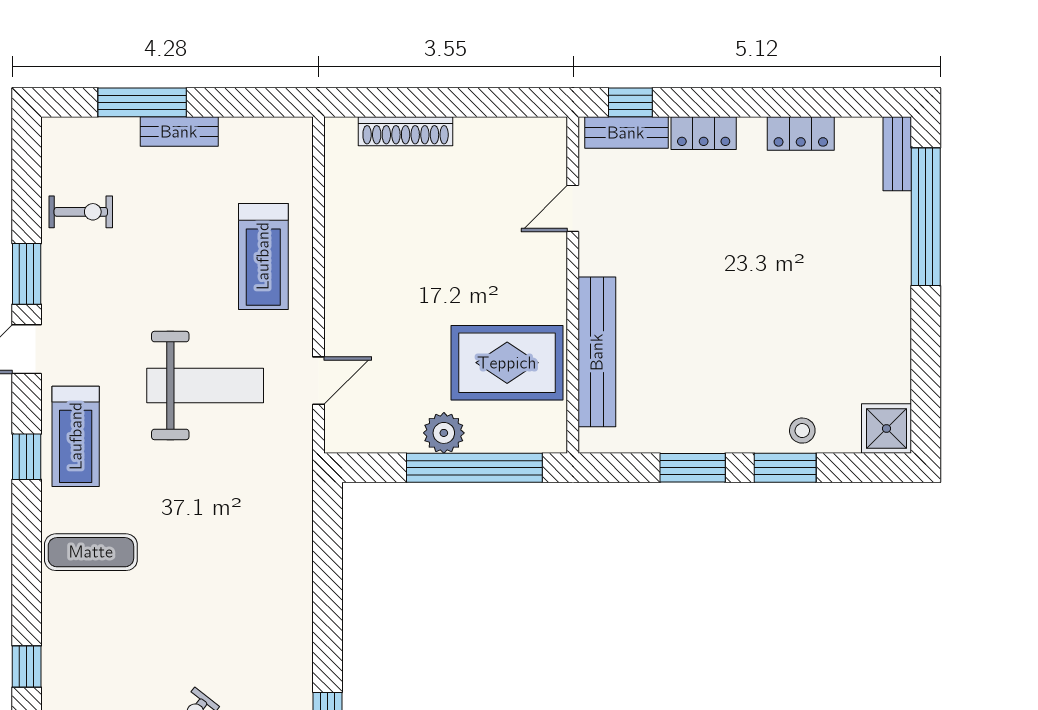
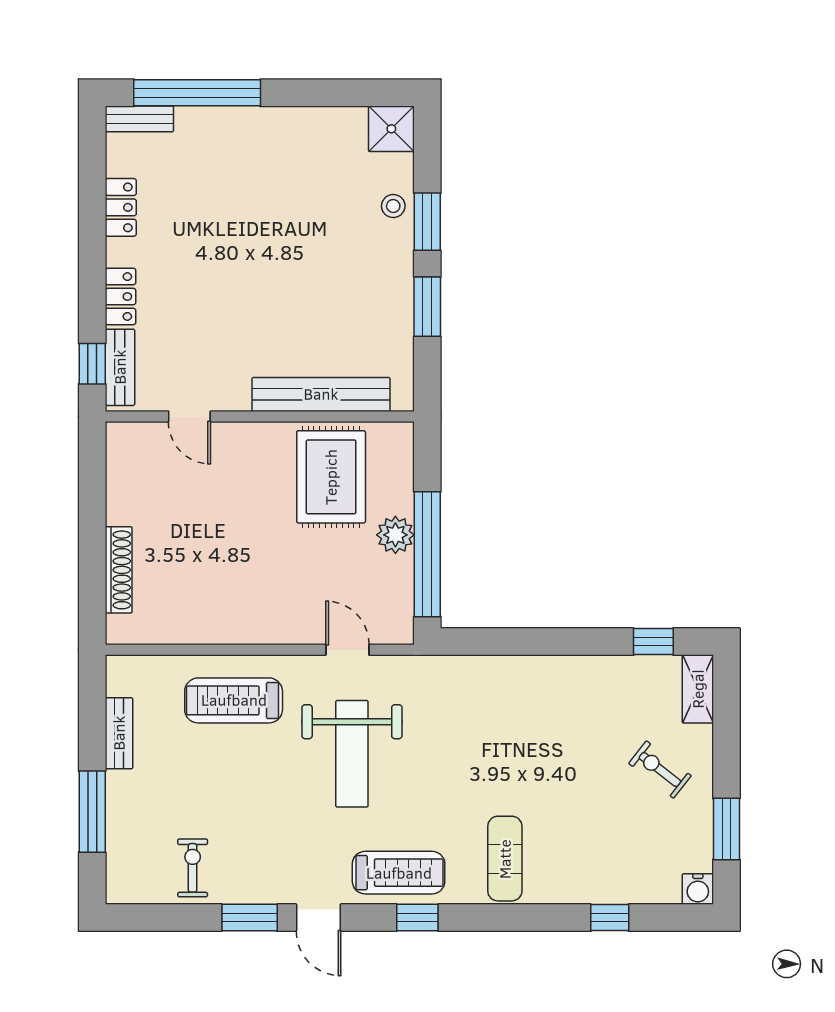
bench: (179, 132) -> (119, 733), moved
treadmill: (263, 256) -> (234, 700), turned 180
weight bench: (205, 386) -> (352, 754), turned 180
window: (474, 468) -> (427, 554), moved

